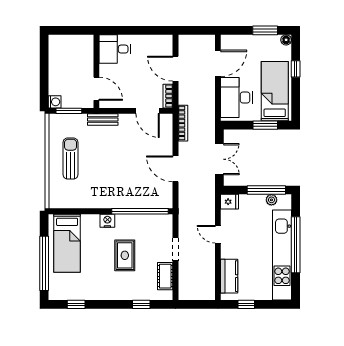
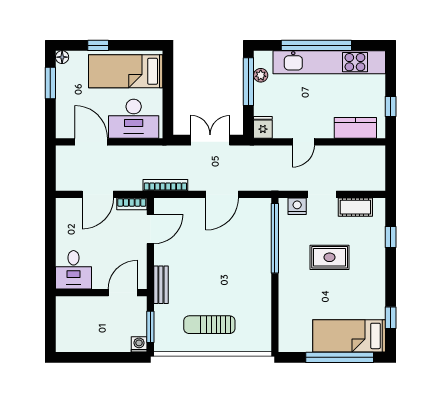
window: (265, 125) -> (168, 83), removed
nightstand: (107, 221) -> (297, 206), moved, turned 90
bed: (67, 243) -> (349, 336), moved, turned 180

